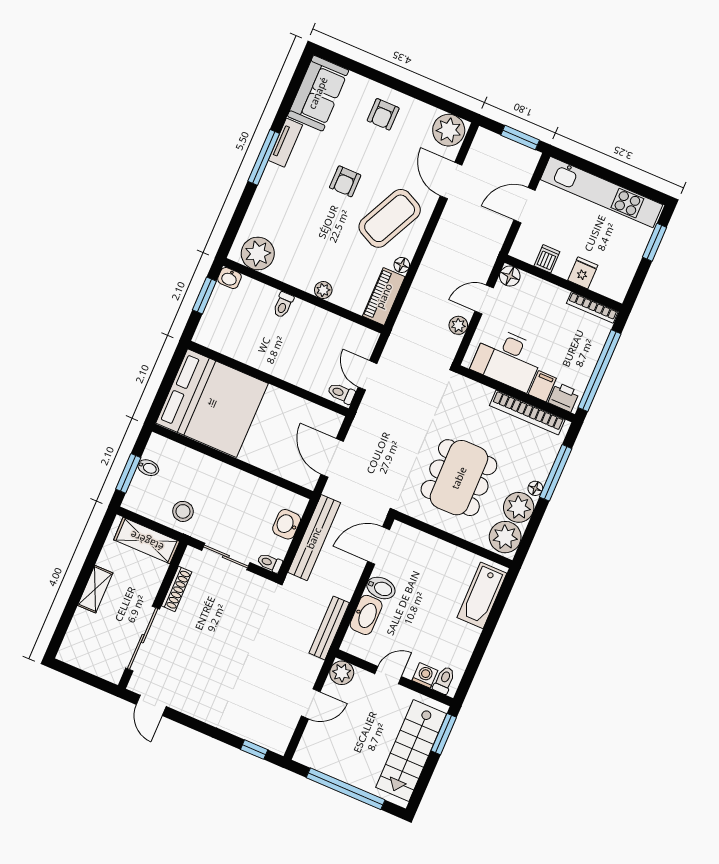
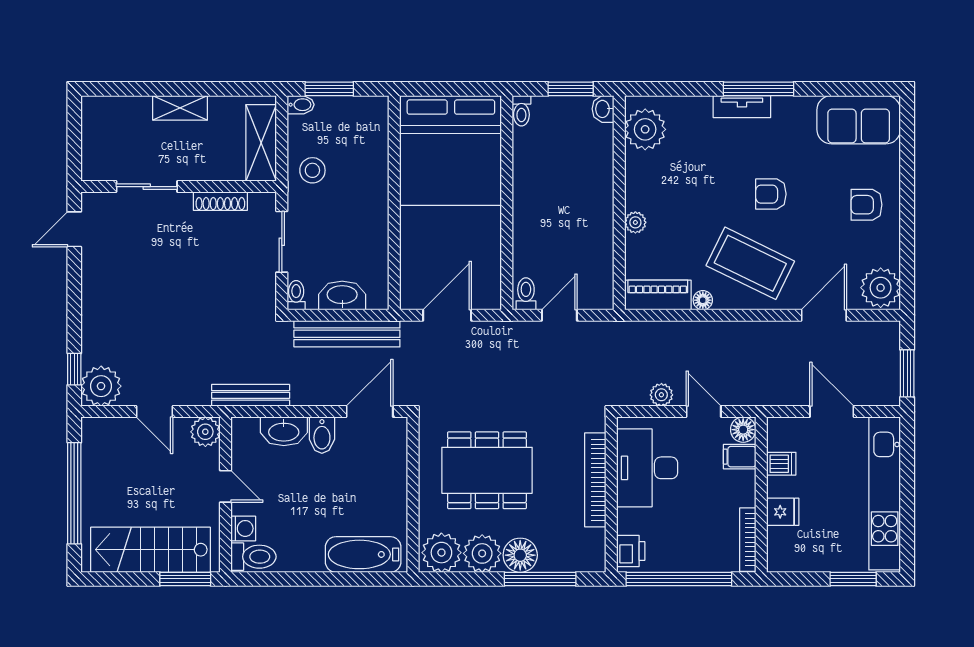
tv unit: (285, 143) -> (742, 107), moved
toilet: (283, 305) -> (521, 111), moved, turned -90
filing cabinet: (542, 386) -> (740, 457), moved, turned 180
bookcase: (527, 413) -> (595, 480), moved
bidet: (148, 468) -> (301, 105), moved, turned -90
floor lamp: (535, 488) -> (520, 555), width x1.89, depth x1.89
washbasin: (287, 524) -> (342, 295), width x1.38
door: (379, 545) -> (370, 412), hinge flipped
sliding door: (143, 639) -> (147, 187), width x0.73
toilet: (444, 680) -> (253, 557), width x1.37, depth x1.39
plant: (275, 735) -> (101, 386), added

